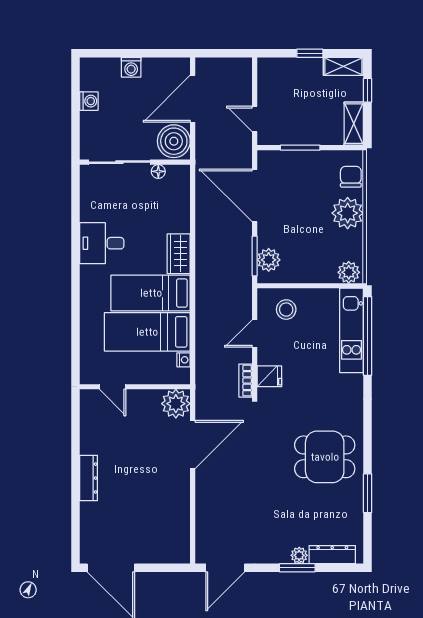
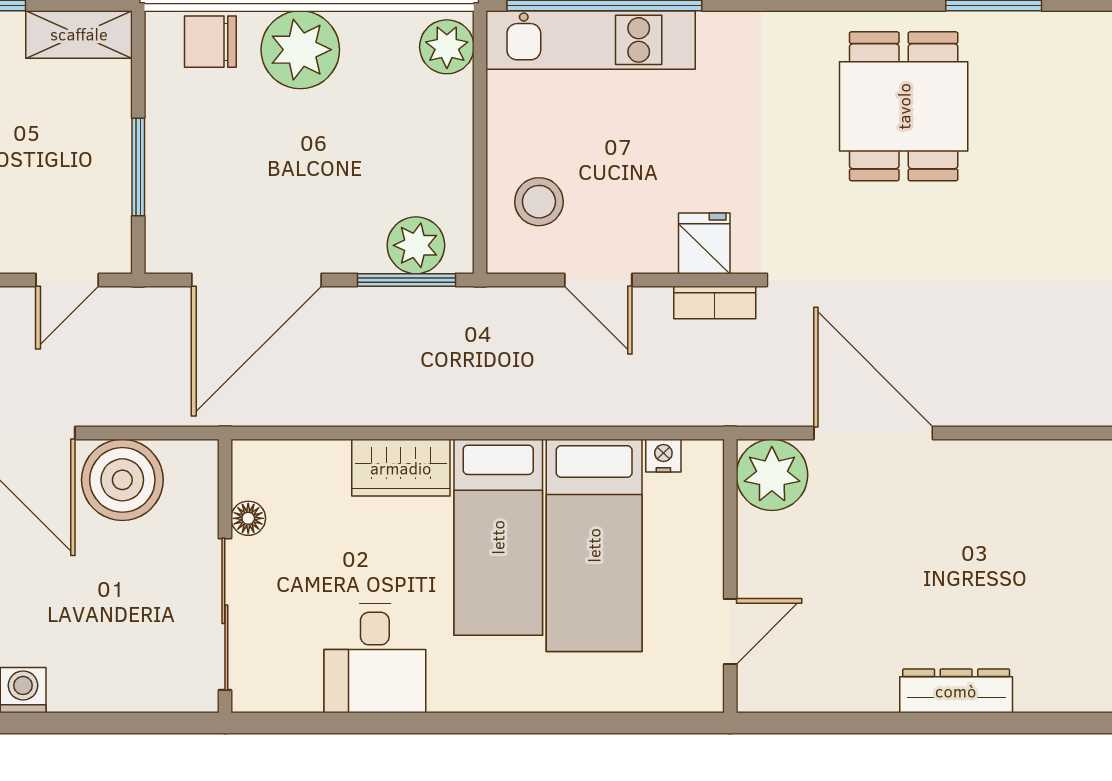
sliding door: (120, 162) -> (225, 614), moved
wall: (135, 162) -> (225, 576), moved
floor lamp: (158, 171) -> (248, 518), moved

